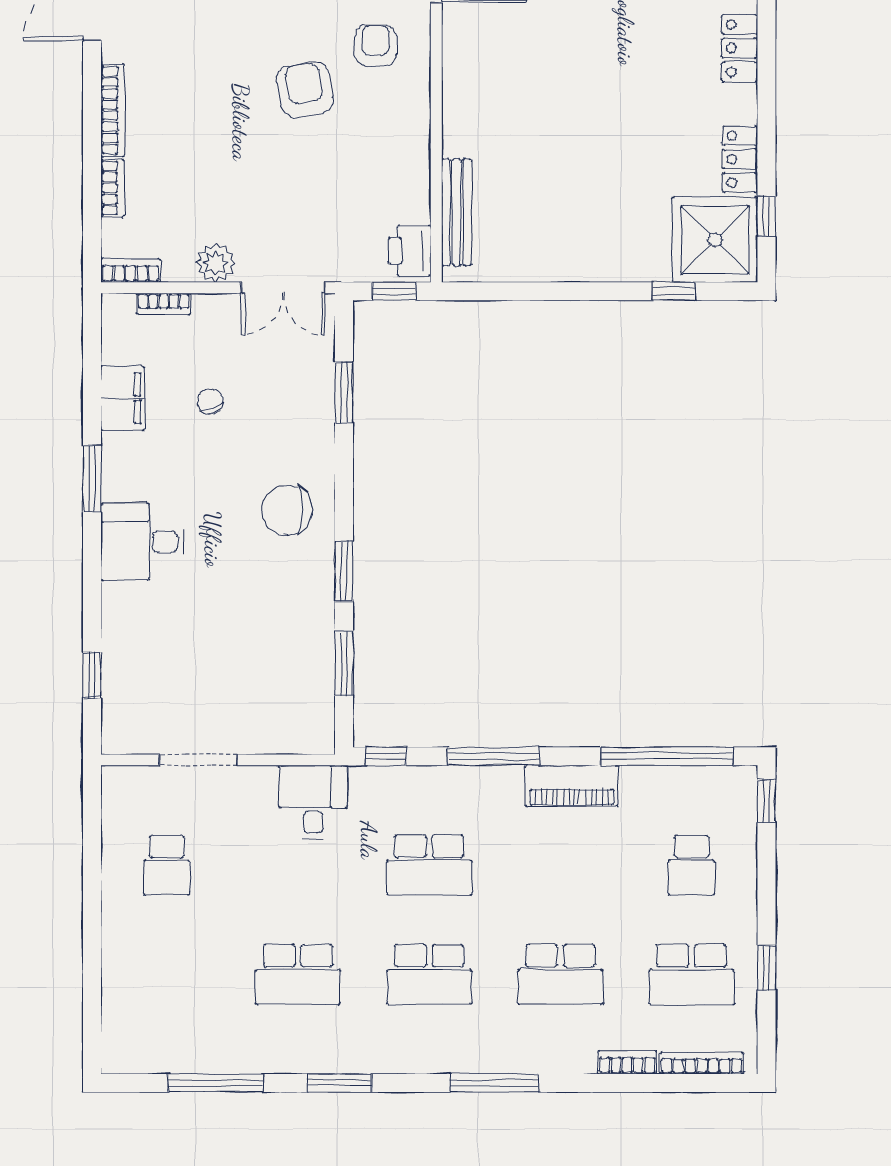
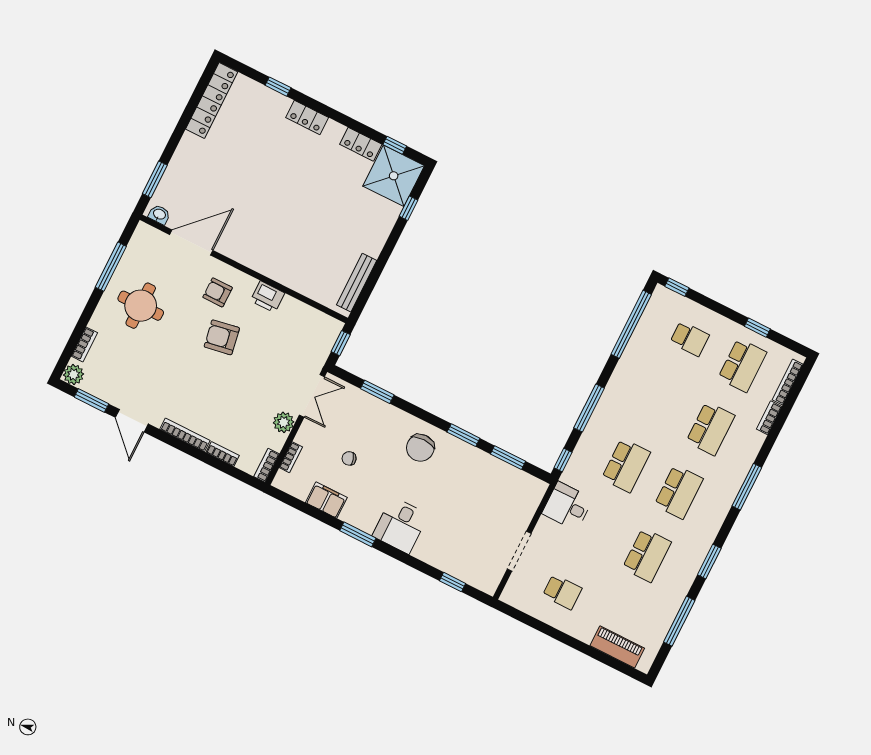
bench: (457, 212) -> (357, 283), moved, turned 90
printer: (410, 251) -> (268, 297), moved
piano: (572, 786) -> (617, 647), moved, turned -90

